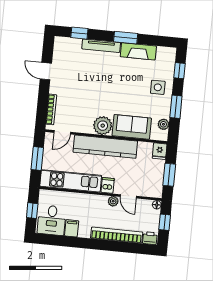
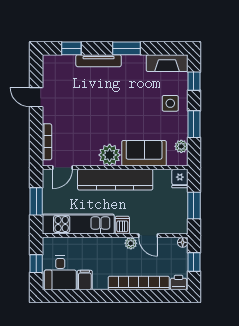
fireplace: (138, 51) -> (167, 63), moved

